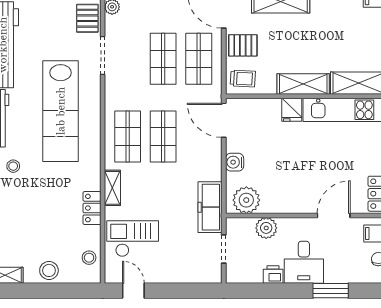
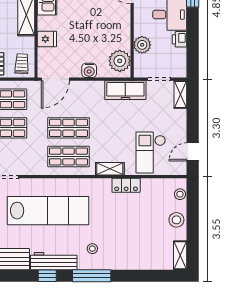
fridge: (292, 110) -> (47, 39), moved
stool: (89, 258) -> (180, 194), moved
shelving: (205, 276) -> (180, 94), added

